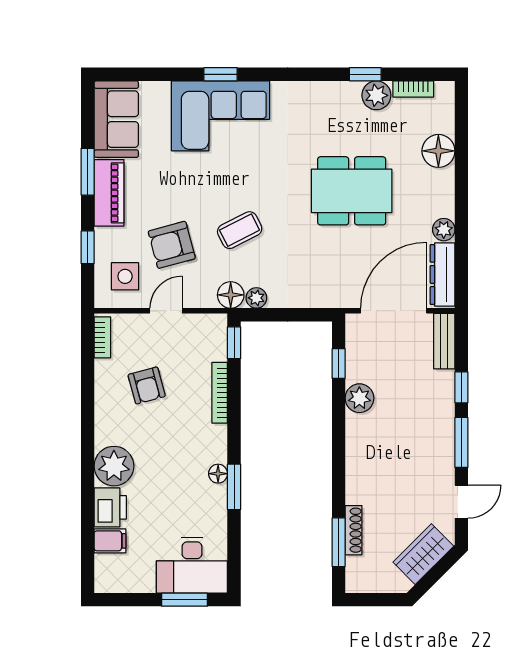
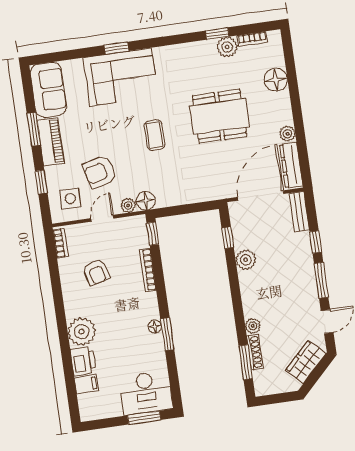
coffee table: (240, 230) -> (154, 135), moved, turned -63
plant: (256, 298) -> (128, 205), moved
plant: (356, 493) -> (253, 326), added

